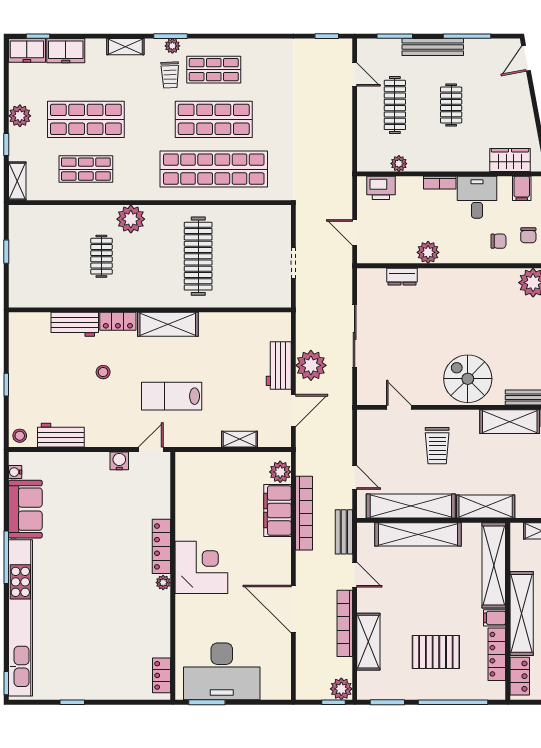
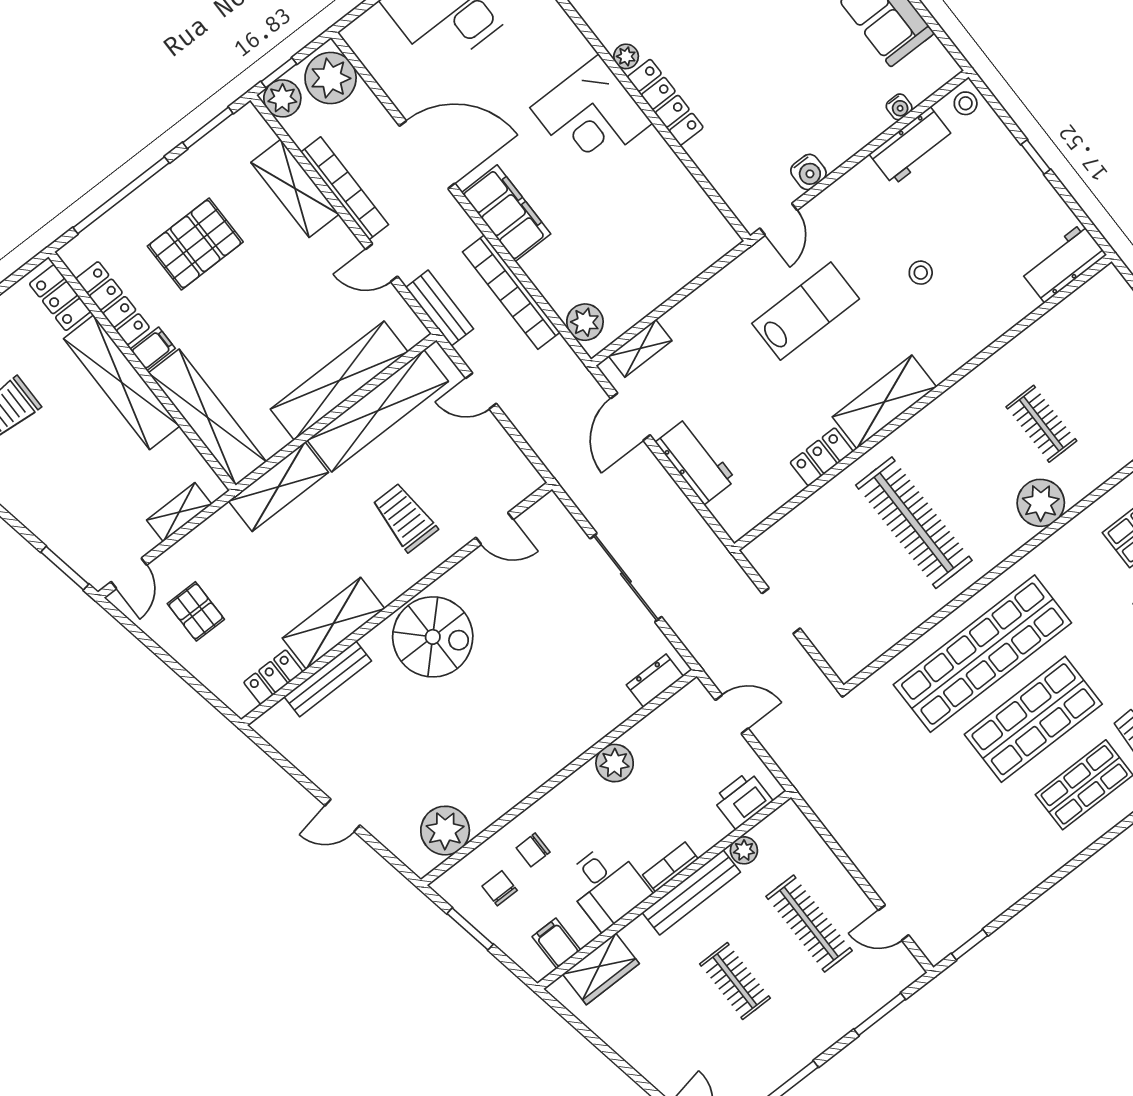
bench: (433, 47) -> (691, 892), moved
dresser: (402, 277) -> (655, 681), moved
locker: (118, 321) -> (822, 457), moved
workbench: (75, 324) -> (1063, 263), moved
plant: (311, 365) -> (331, 78), moved
shelving: (240, 439) -> (640, 348), moved
water cooler: (15, 472) -> (899, 107), moved, turned 90
filing cabinet: (277, 511) -> (506, 213), moved

